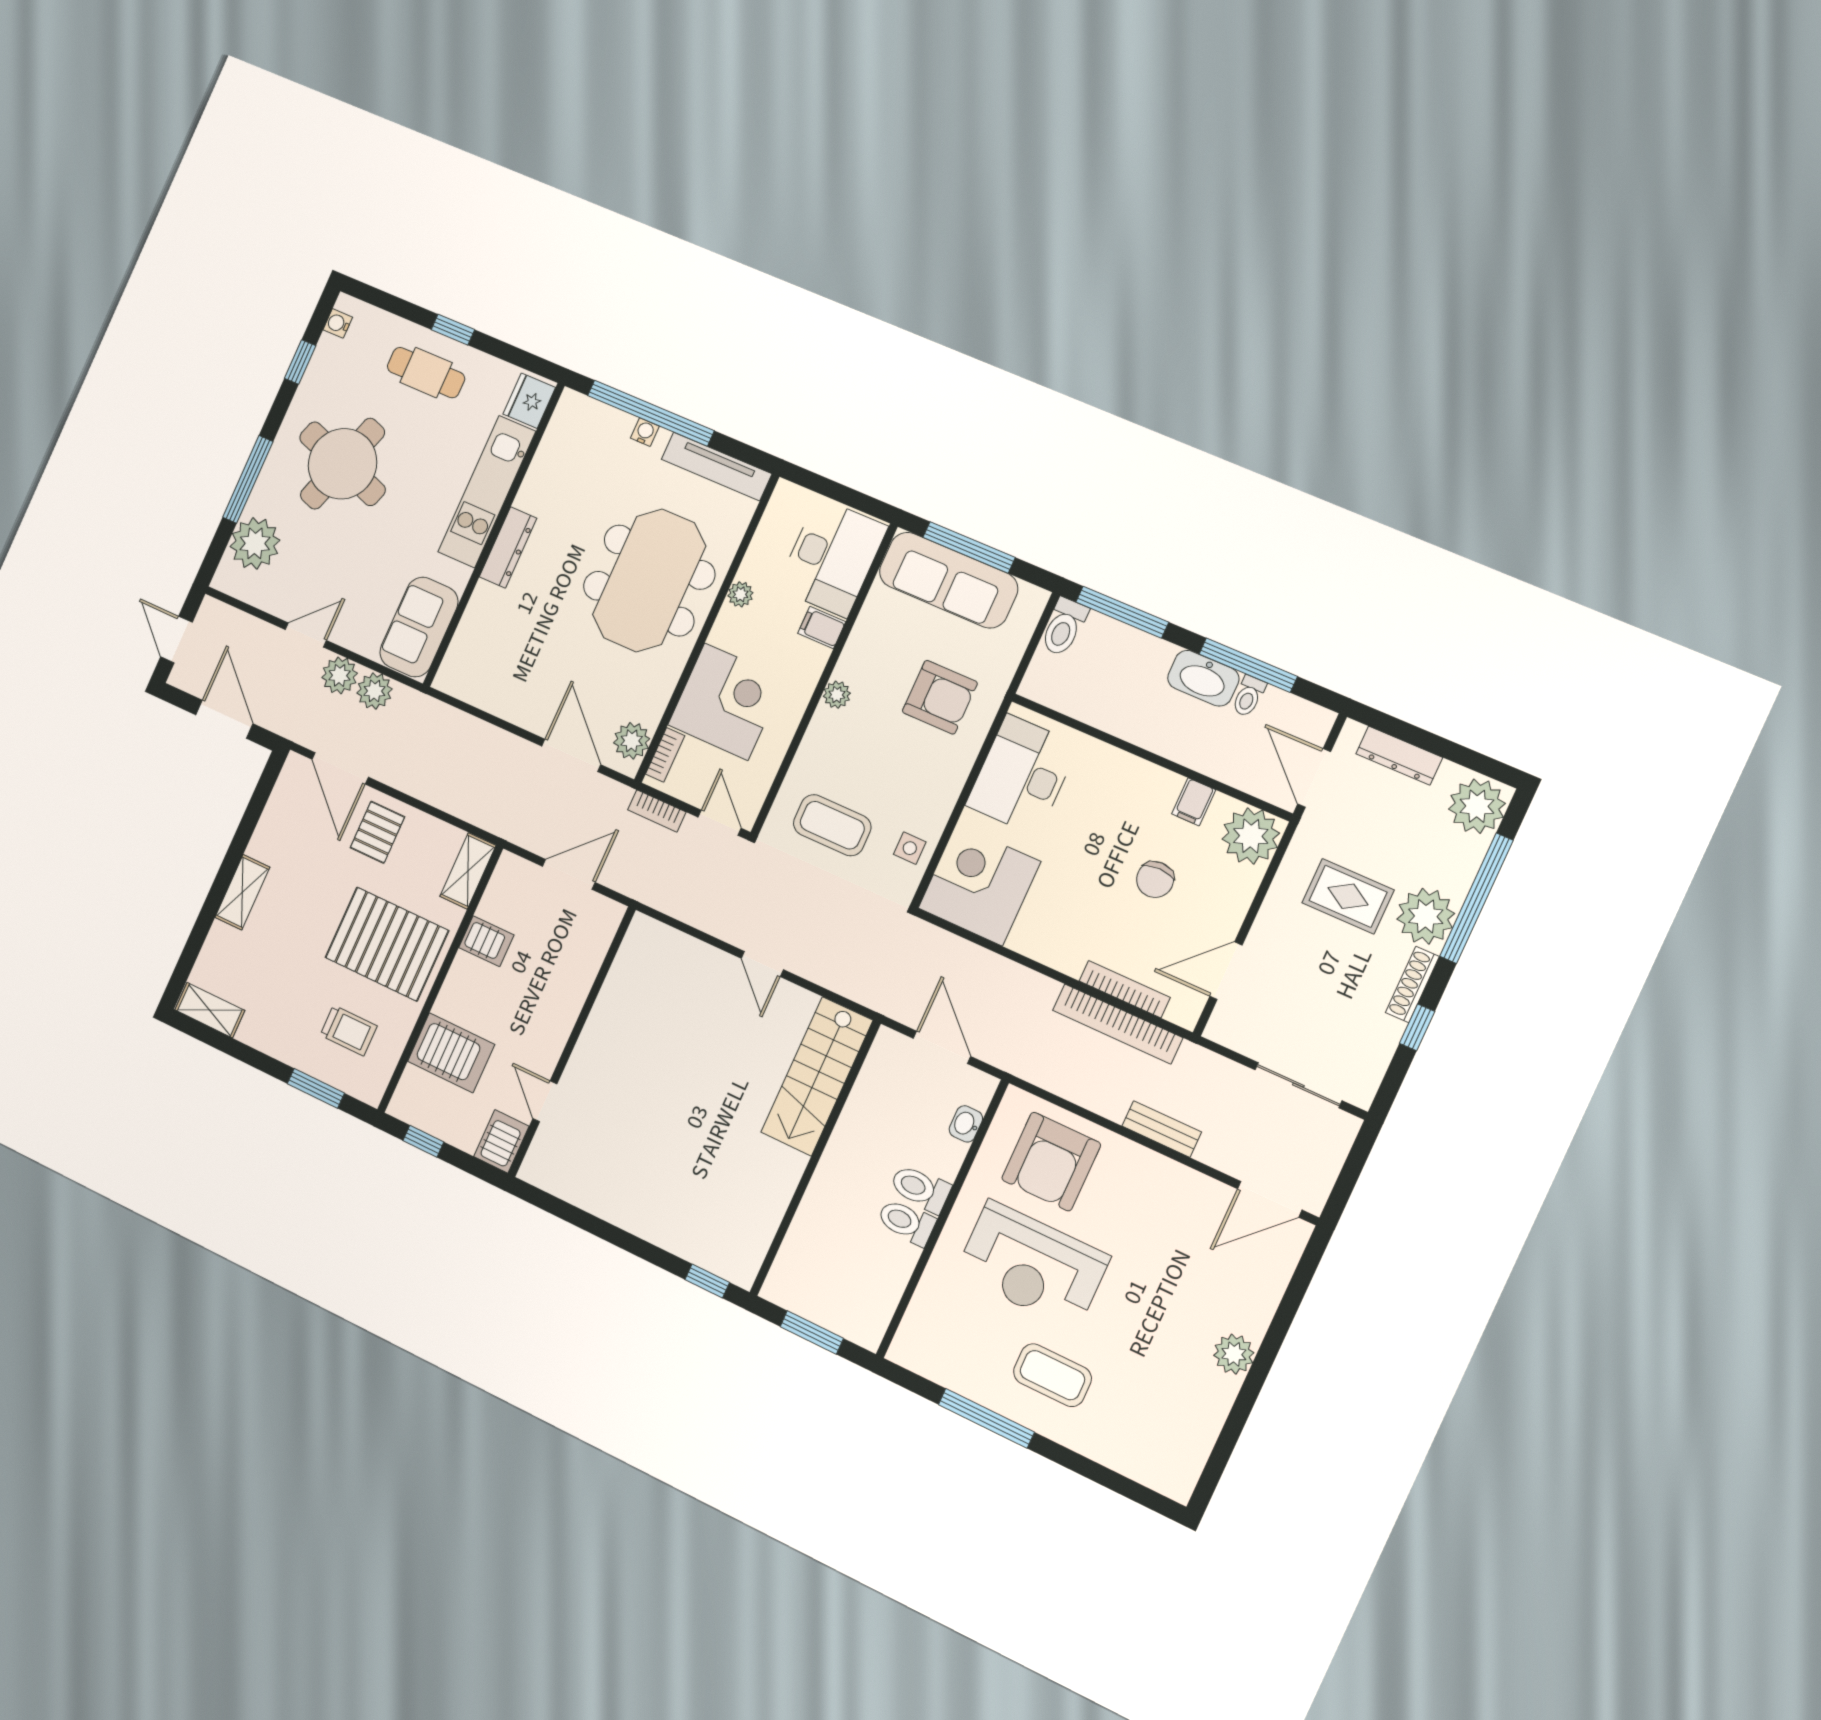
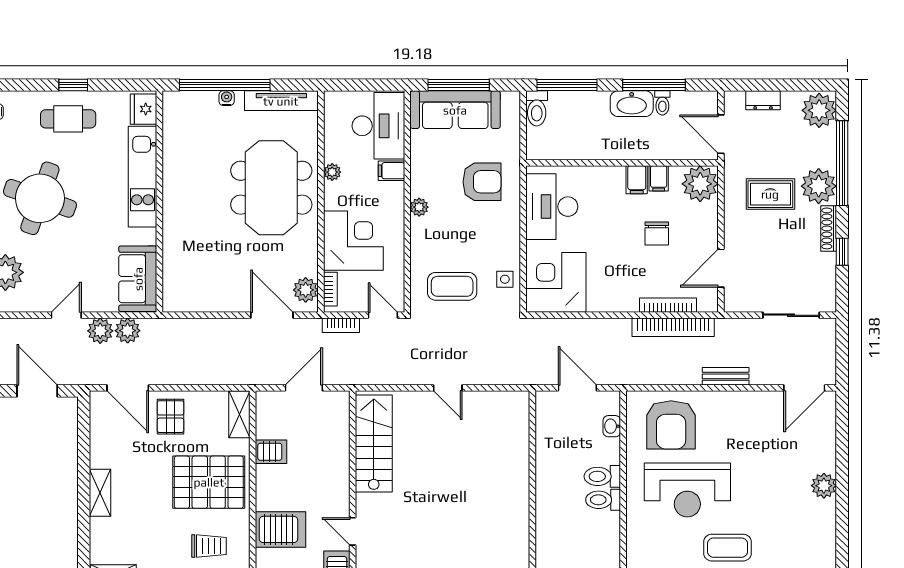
dresser: (508, 548) -> (172, 205), removed
dresser: (1399, 756) -> (763, 100), width x0.70
filing cabinet: (1161, 790) -> (637, 180), added
stairs: (817, 1076) -> (374, 444), moved, turned 180

